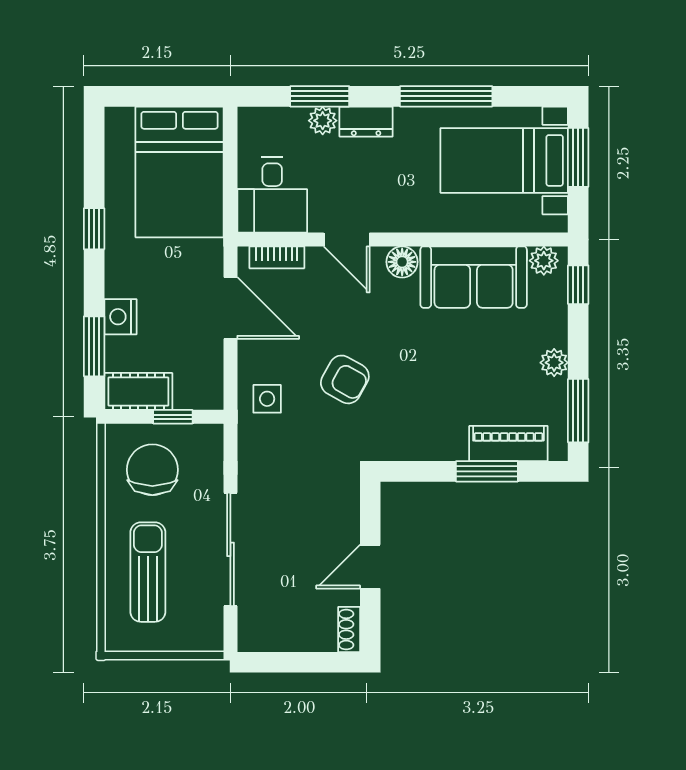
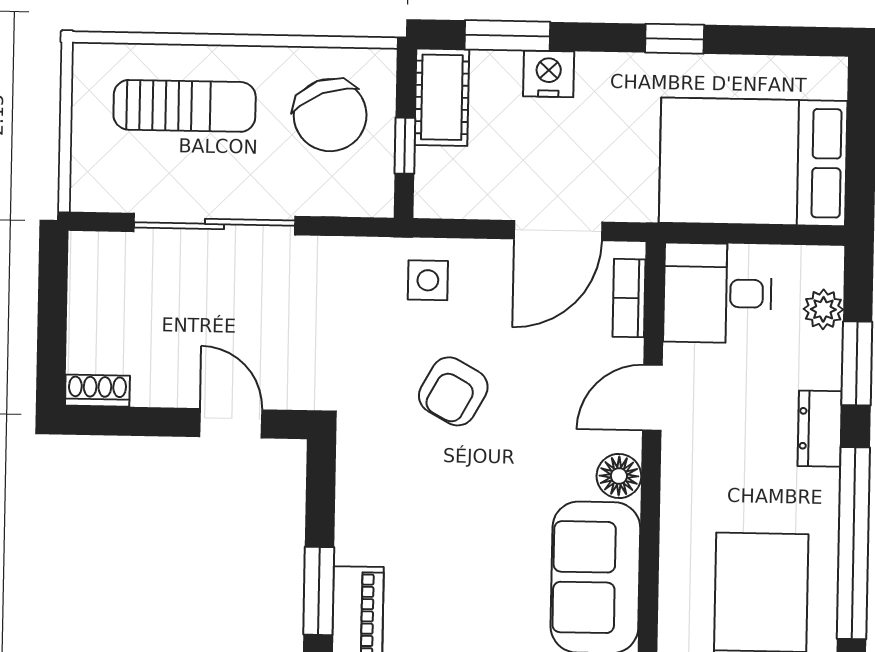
window: (446, 96) -> (853, 543), width x1.46
plant: (323, 121) -> (823, 309), moved
chair: (152, 470) -> (330, 115), turned 69
door: (370, 567) -> (231, 423), moved

